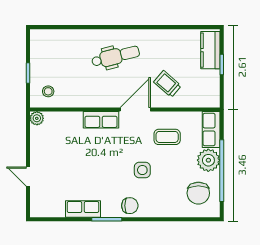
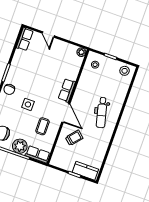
stool: (42, 45) -> (125, 71), added
door: (28, 177) -> (48, 34), swing flipped
row of seats: (83, 209) -> (25, 39), moved

